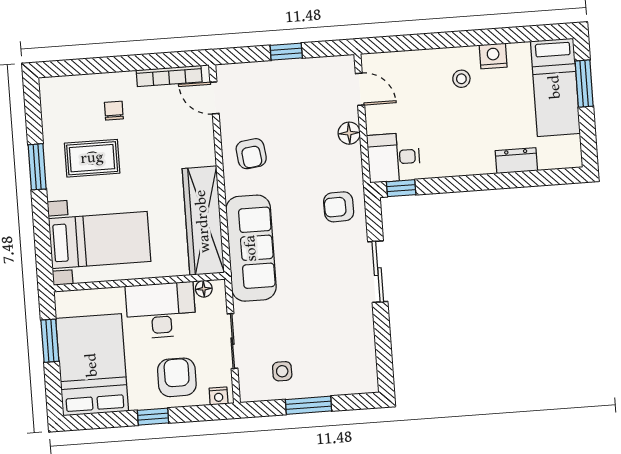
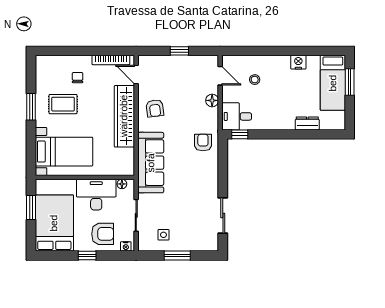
stool: (461, 79) -> (255, 80), moved
armchair: (339, 207) -> (203, 143), turned 91
wardrobe: (203, 221) -> (124, 116), moved
sliding door: (378, 272) -> (223, 216), moved
armchair: (177, 377) -> (103, 234), turned 90

